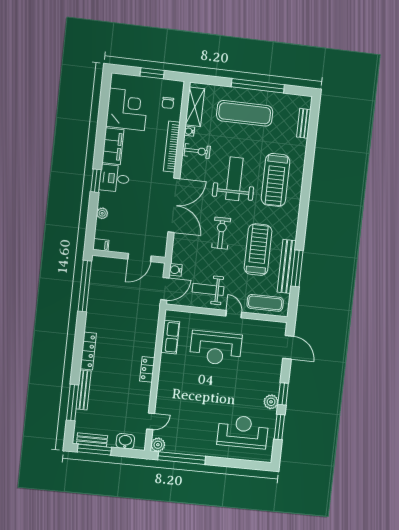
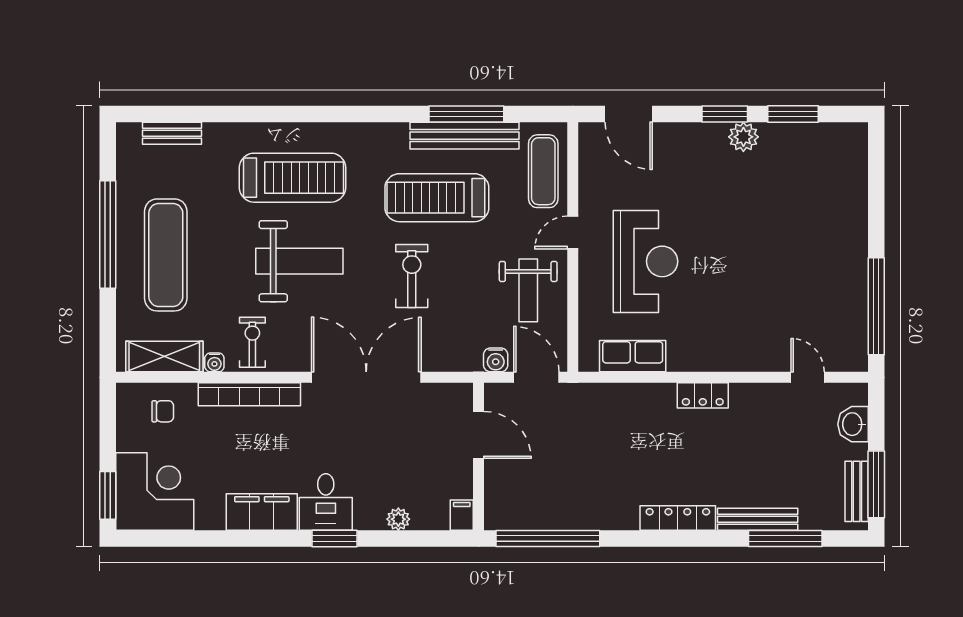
window: (152, 73) -> (108, 495), moved
corner desk: (127, 109) -> (155, 492), moved, turned 90
weight bench: (234, 179) -> (299, 261), turned 180
exercise bike: (221, 233) -> (412, 276), turned 90
door: (288, 347) -> (629, 114), swing flipped
reception desk: (243, 432) -> (810, 188), removed
plant: (158, 445) -> (854, 357), removed

